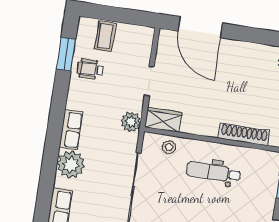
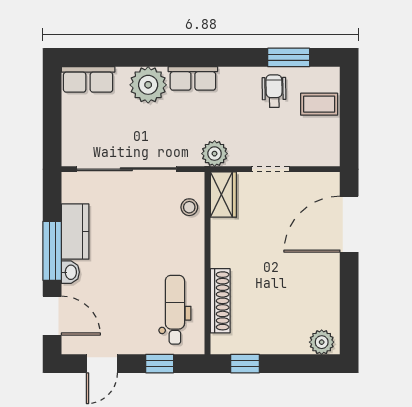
dental chair: (214, 172) -> (175, 310), moved

